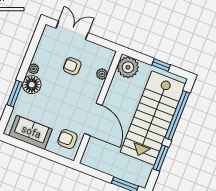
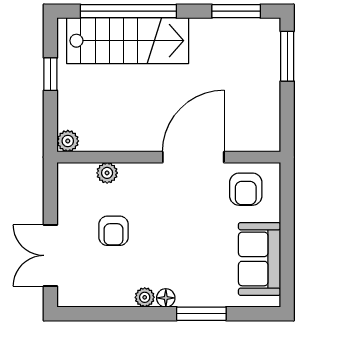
plant: (128, 67) -> (68, 141), width x0.53, depth x0.53
floor lamp: (32, 85) -> (166, 298), width x0.53, depth x0.53
stairs: (153, 118) -> (128, 41), width x0.73, depth x0.66
window: (161, 158) -> (236, 11), moved

